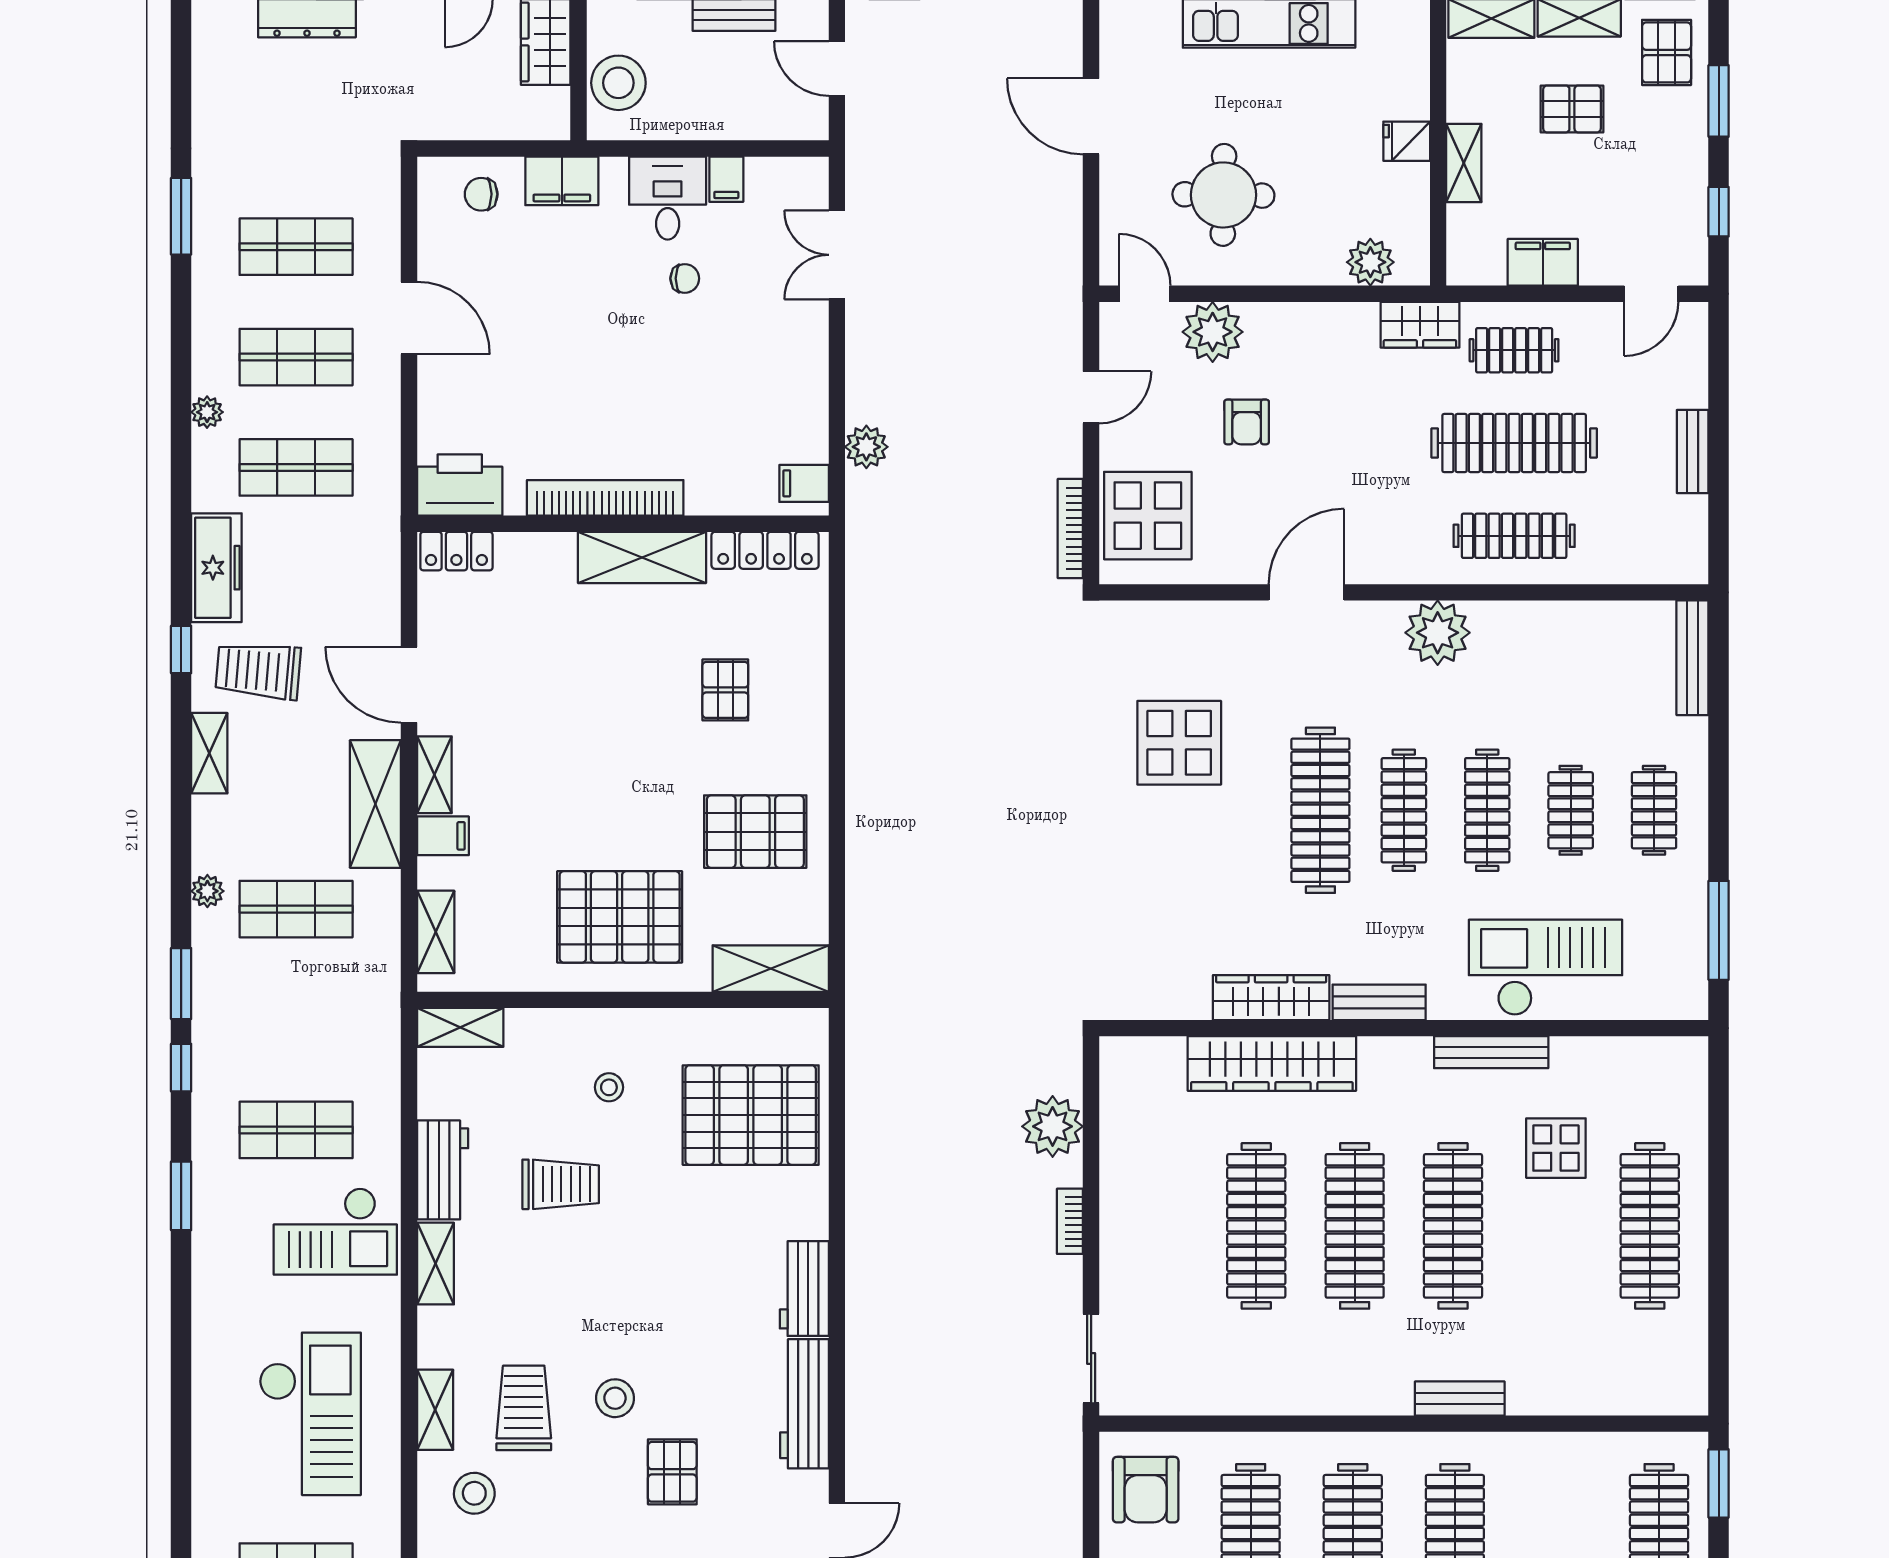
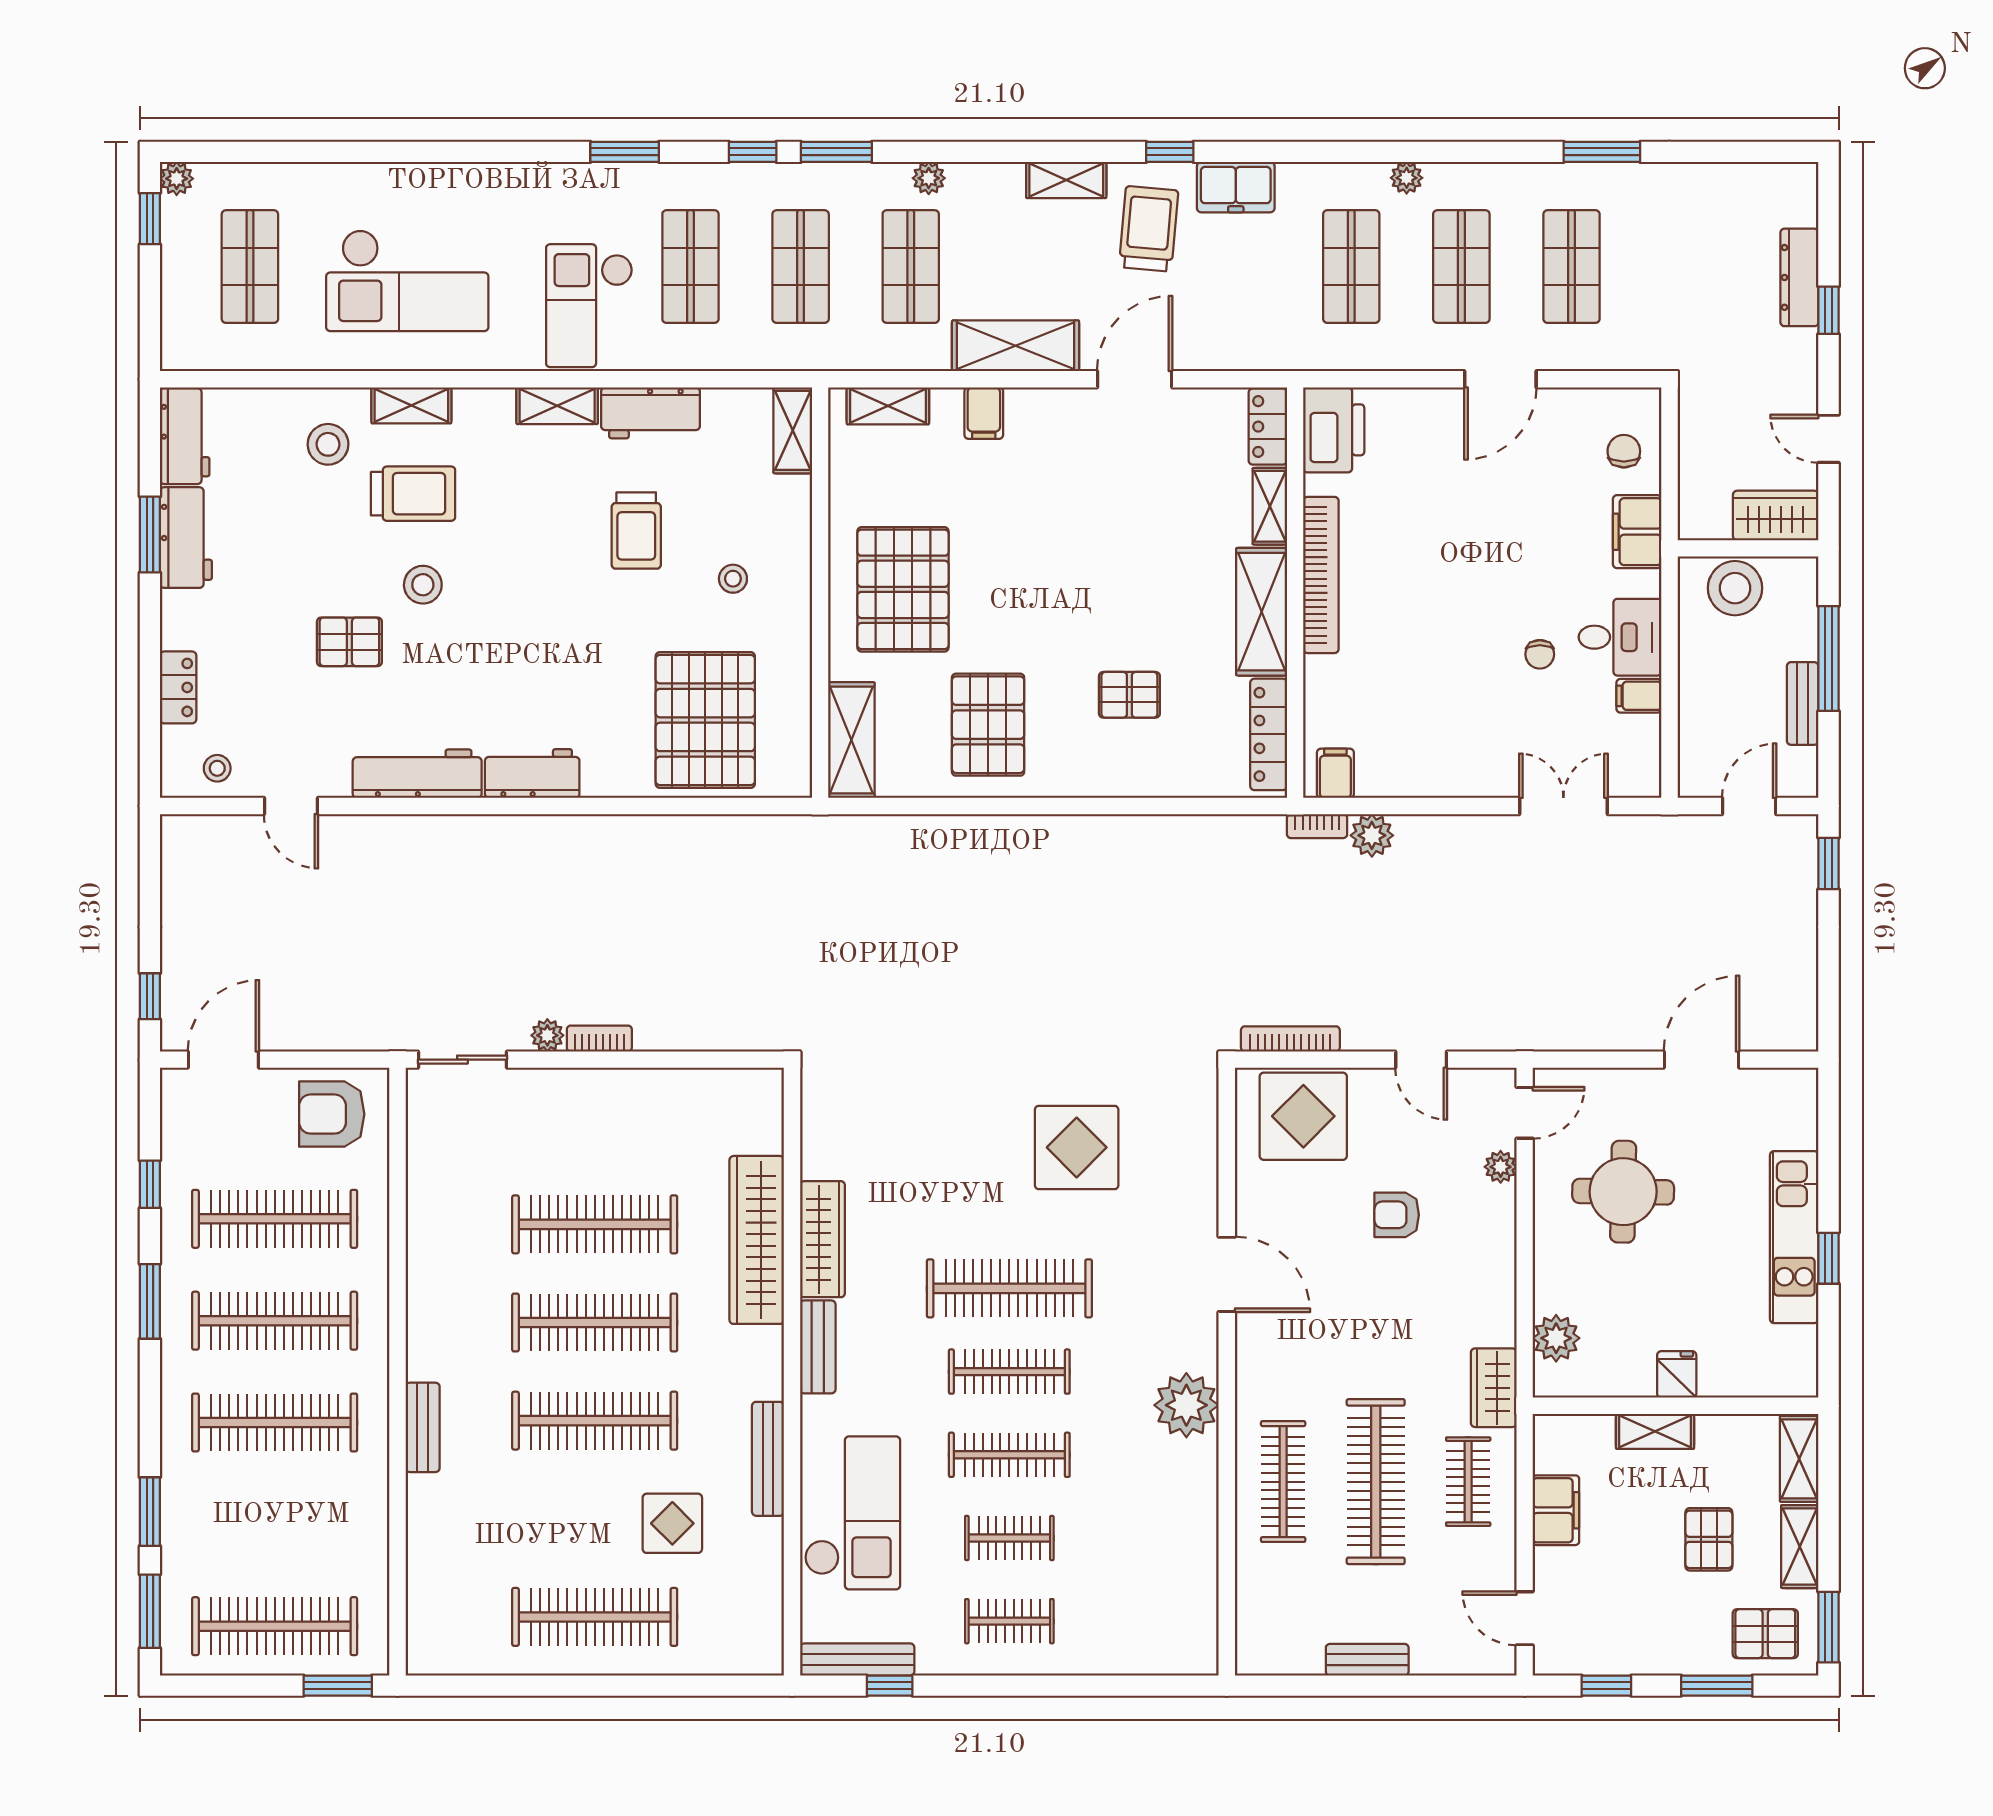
plant: (1213, 332) -> (1501, 1167), width x0.53, depth x0.53
bookcase: (857, 502) -> (1317, 826), added
freezer: (216, 568) -> (1236, 187), width x0.71
bench: (1692, 658) -> (857, 1659), moved
shelving: (434, 775) -> (1270, 506), moved, turned 90
window: (1719, 930) -> (890, 1686), width x0.46
shop shelf: (296, 1020) -> (801, 267), added
plant: (1053, 1126) -> (547, 1035), moved, width x0.53, depth x0.53

